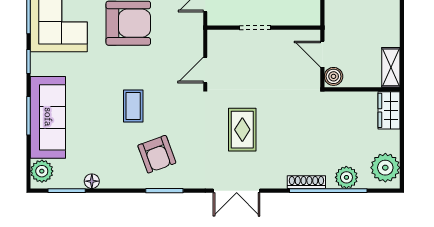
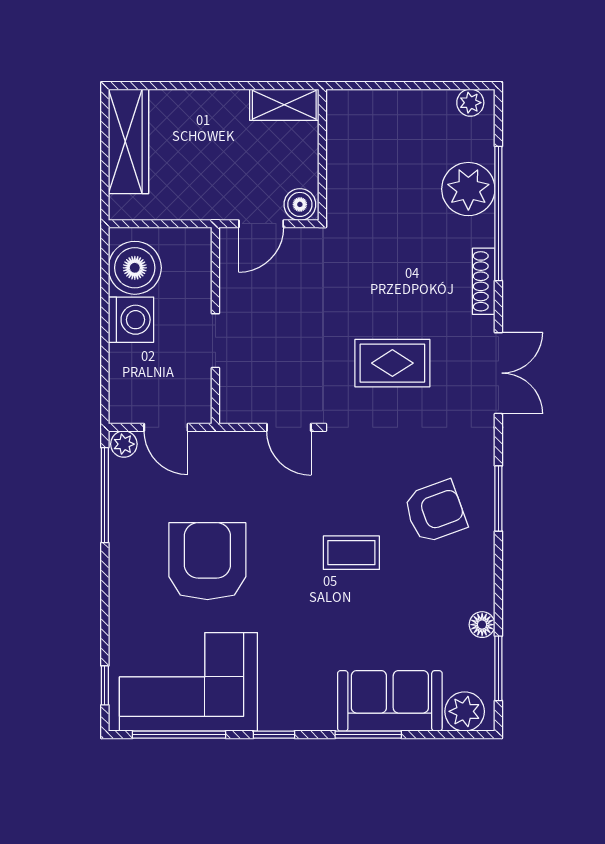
wardrobe: (389, 110) -> (359, 108), removed
sofa: (48, 117) -> (390, 701), width x0.73
plant: (385, 168) -> (470, 103), width x0.53, depth x0.53
plant: (346, 177) -> (468, 189), width x1.36, depth x1.36
shoe rack: (306, 182) -> (484, 281), moved

